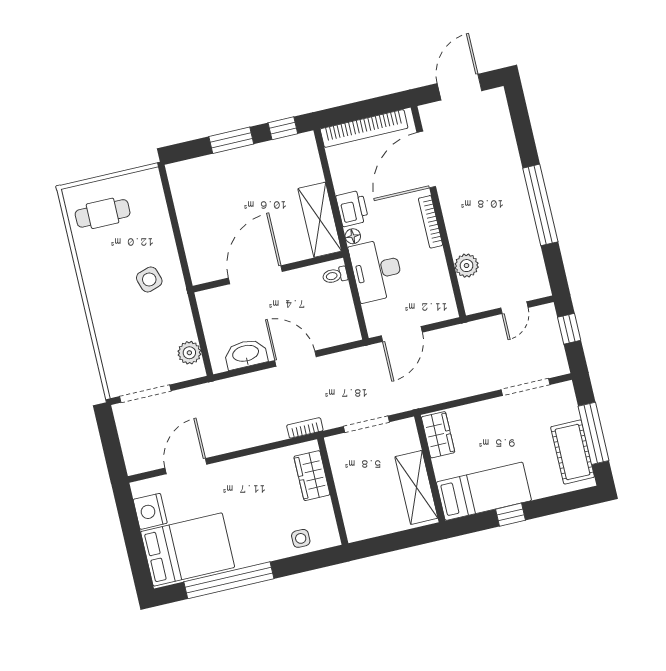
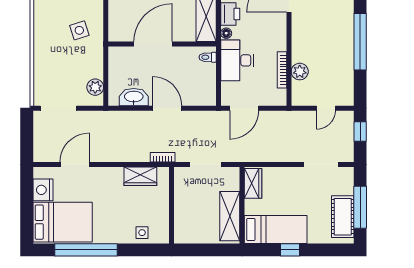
bookcase: (430, 222) -> (282, 70), moved
wardrobe: (312, 476) -> (140, 176), moved, turned -90

